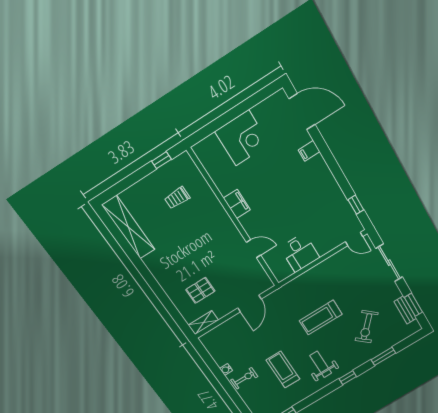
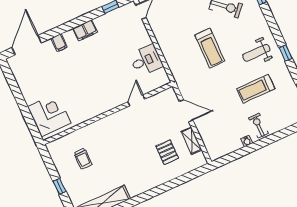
corner desk: (242, 138) -> (49, 115), moved
window: (161, 160) -> (60, 186), moved
filing cabinet: (237, 204) -> (85, 30), moved, turned 180
shelving: (203, 323) -> (191, 141), moved
window: (348, 378) -> (286, 53), moved

